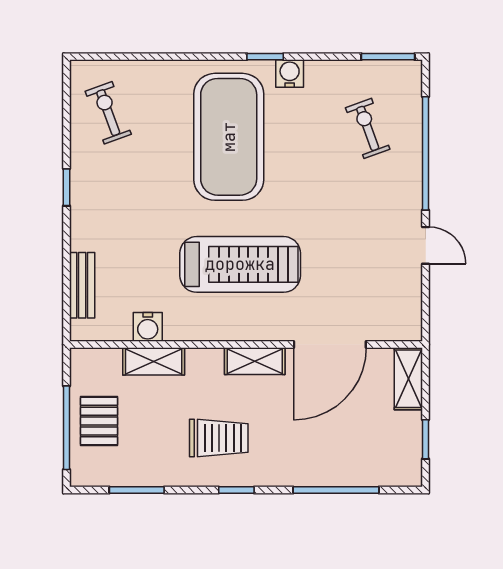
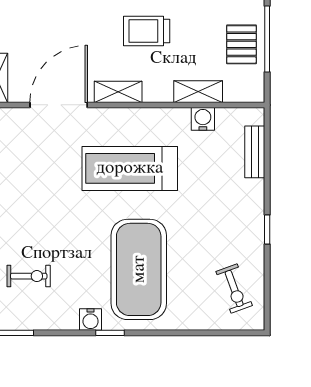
exercise bike: (368, 128) -> (29, 276), turned -70

